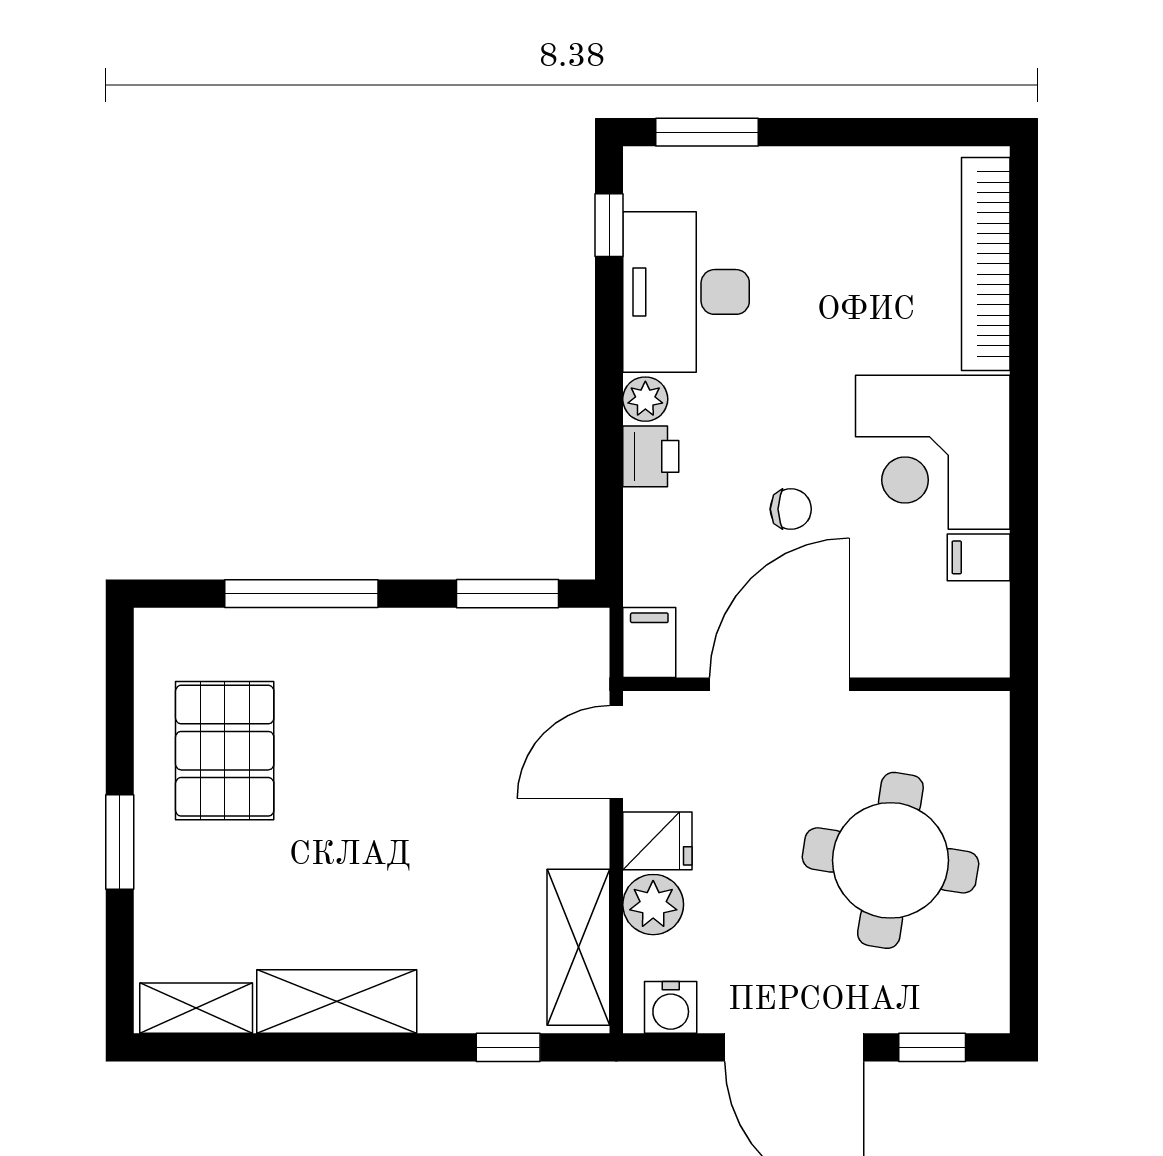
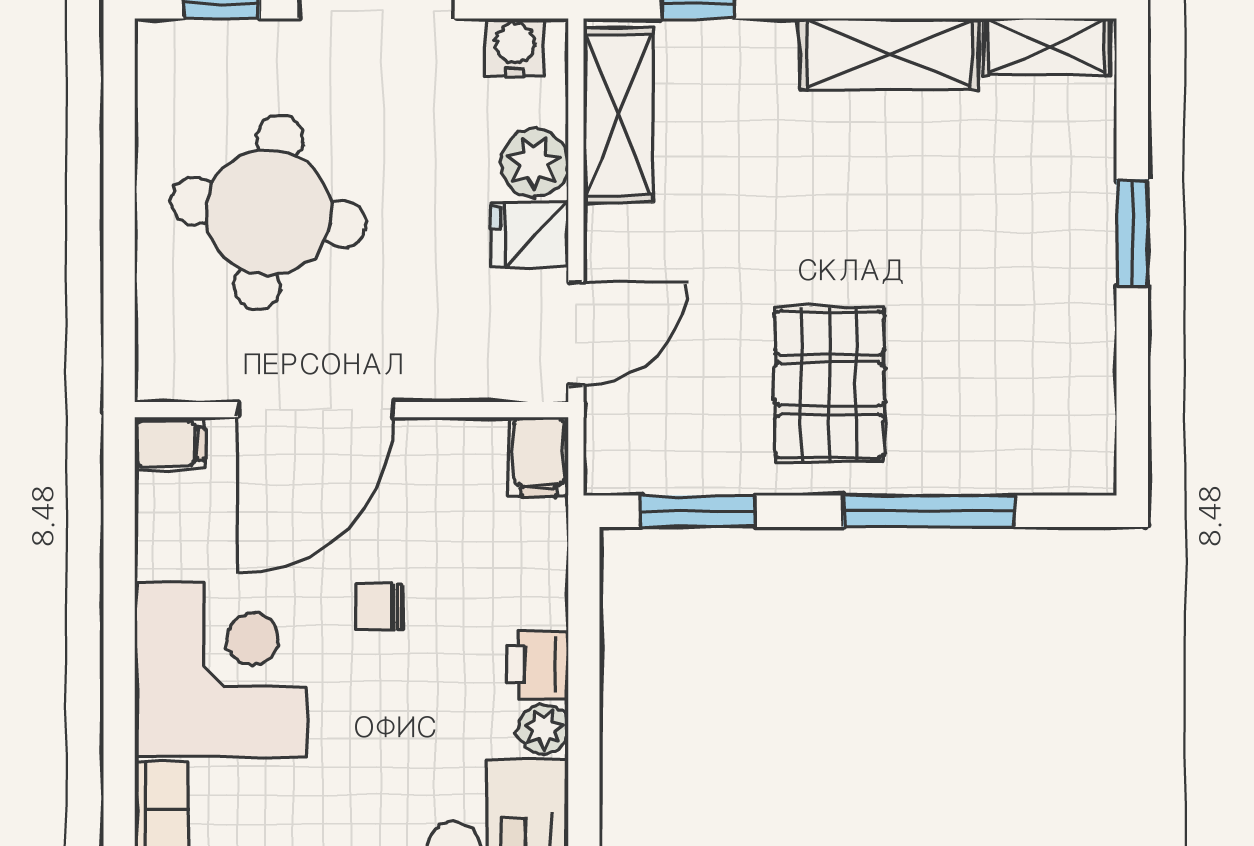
filing cabinet: (979, 557) -> (170, 443), moved
door: (779, 684) -> (316, 410), moved
pallet: (225, 751) -> (829, 384), moved

